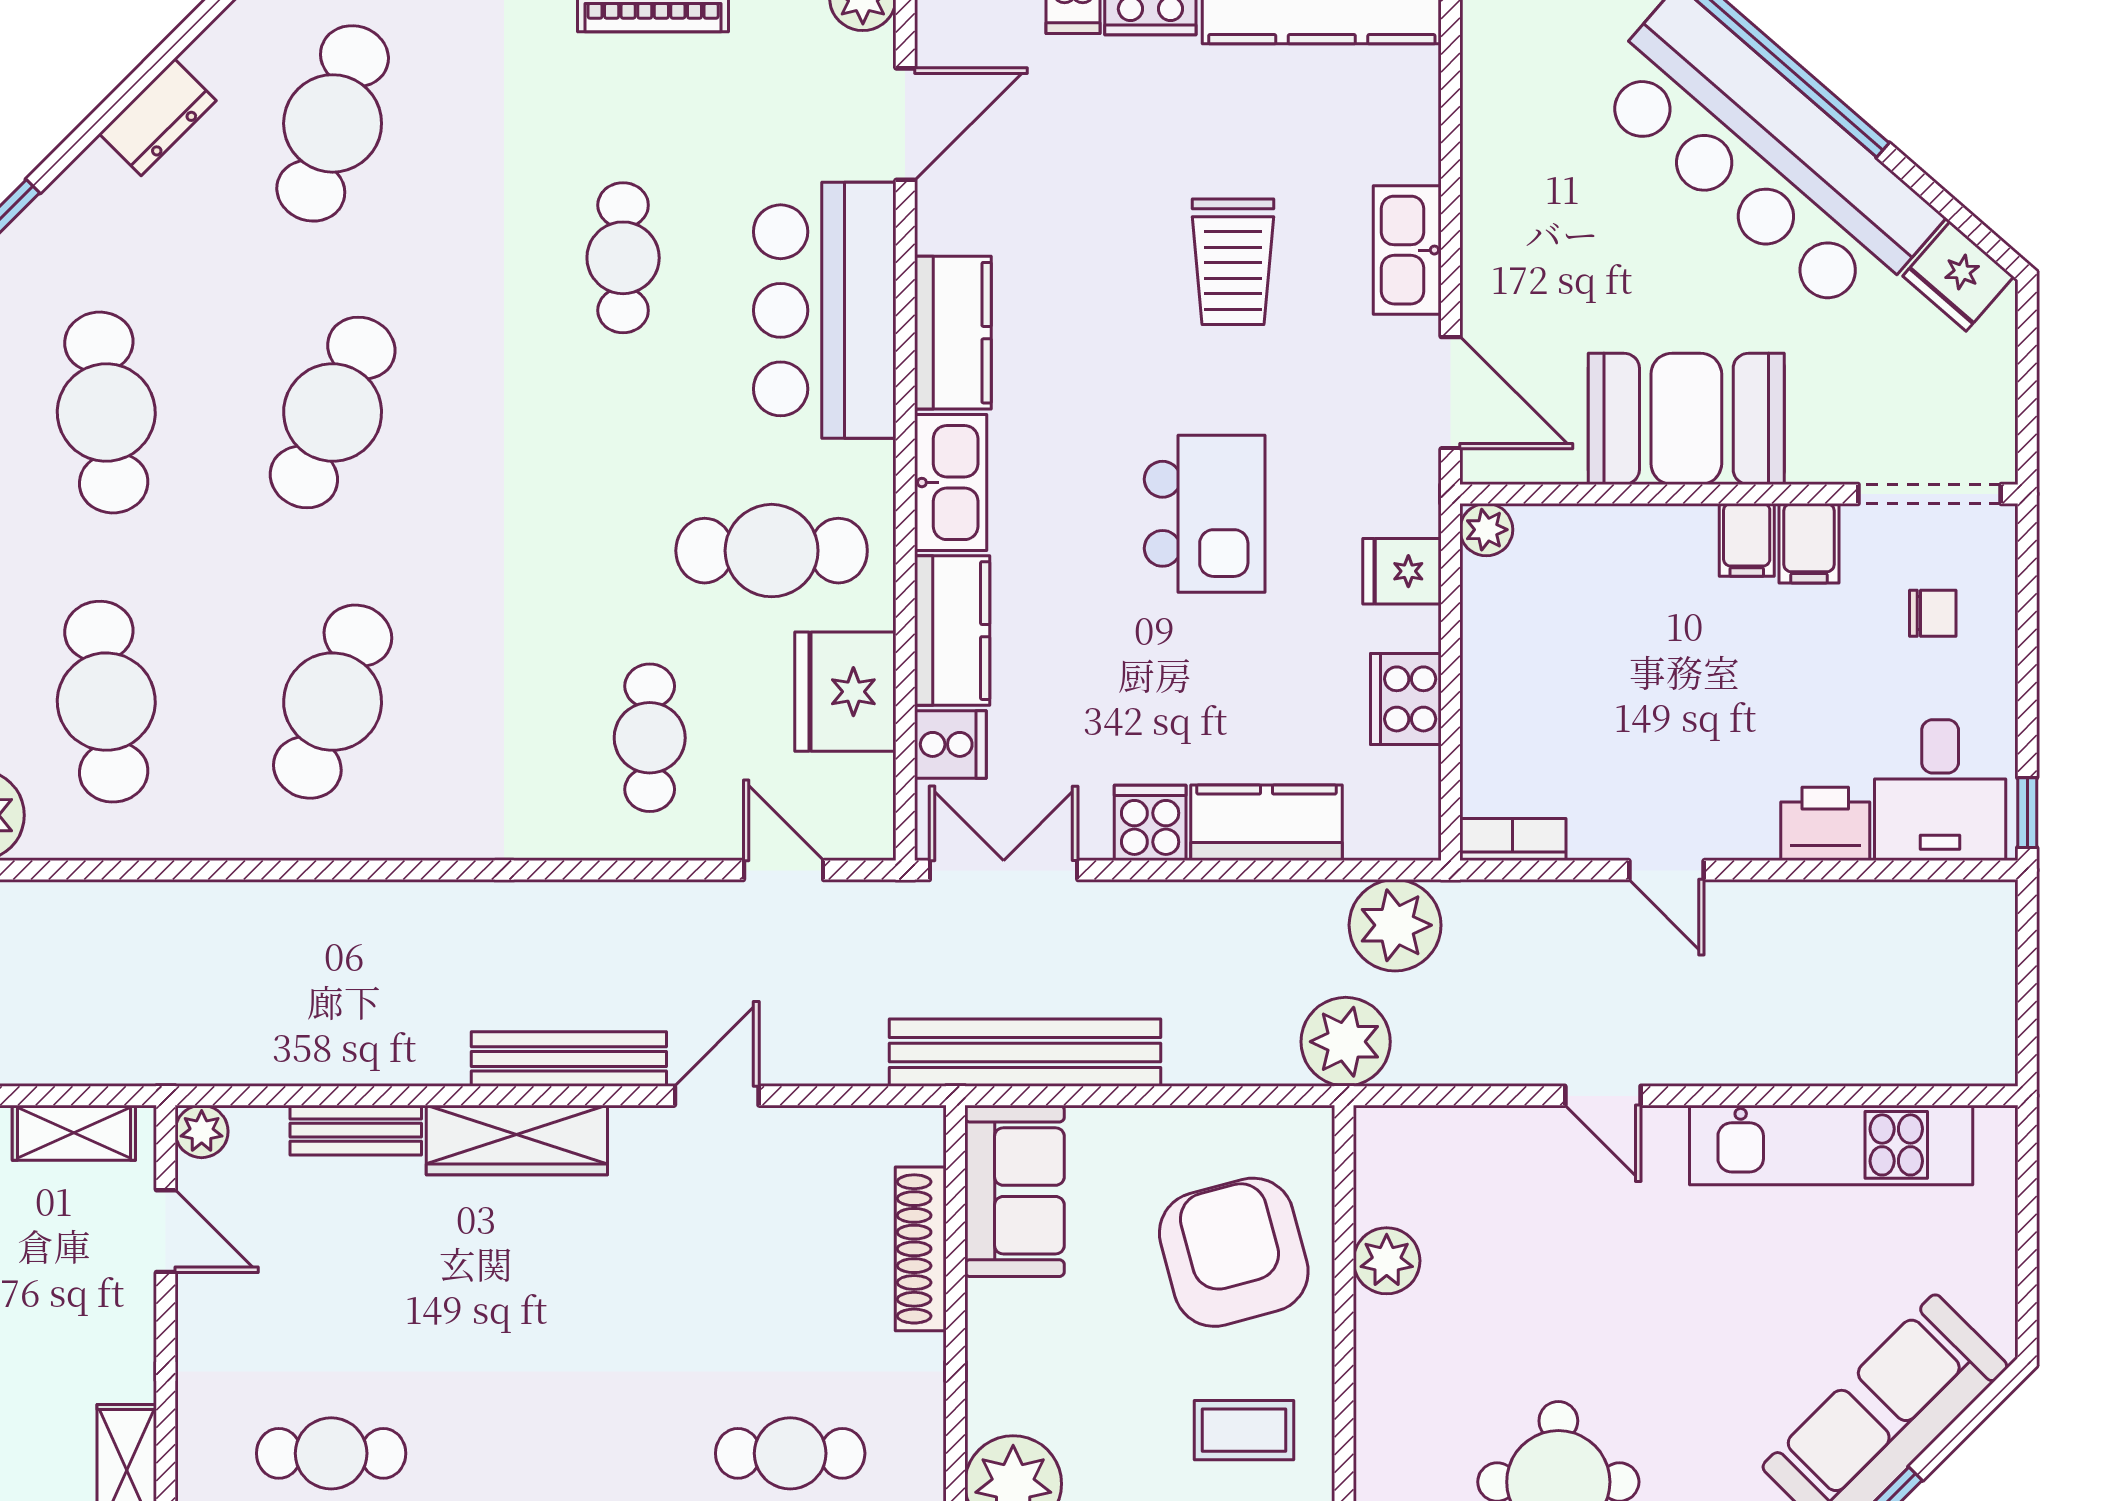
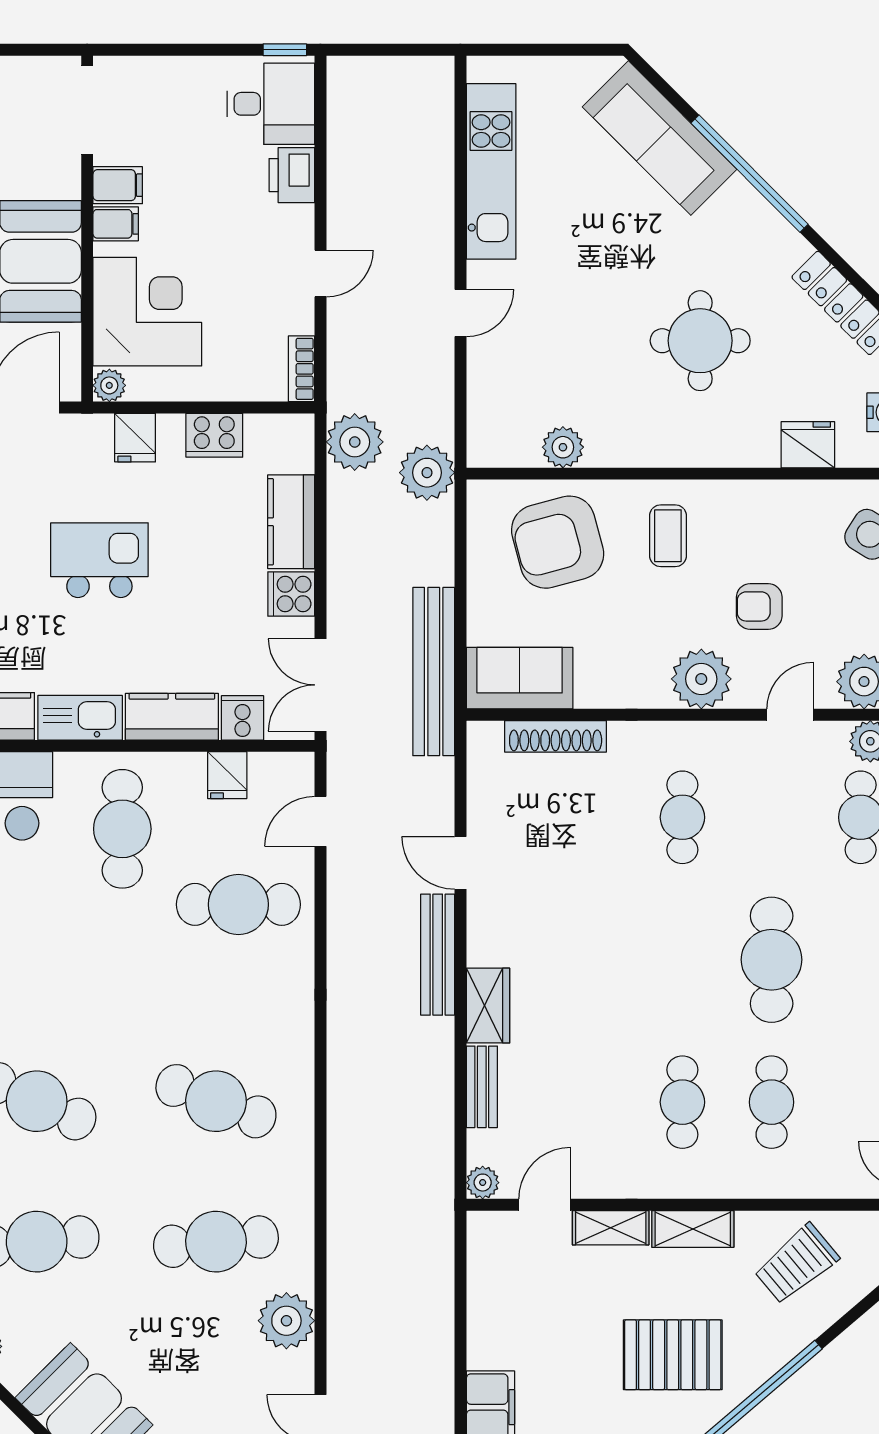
corner desk: (1605, 591) -> (147, 312), added
chair: (1933, 613) -> (161, 108), removed
fridge: (845, 692) -> (227, 775), width x0.53, depth x0.75
cafe table: (650, 738) -> (238, 904), width x1.37, depth x1.35
shelving: (74, 1133) -> (611, 1228), moved, turned 90
wardrobe: (517, 1140) -> (488, 1006), width x0.67

